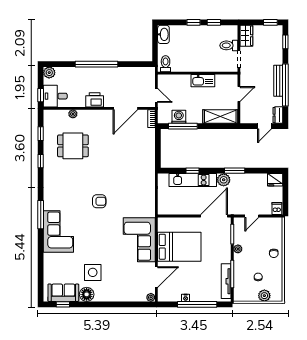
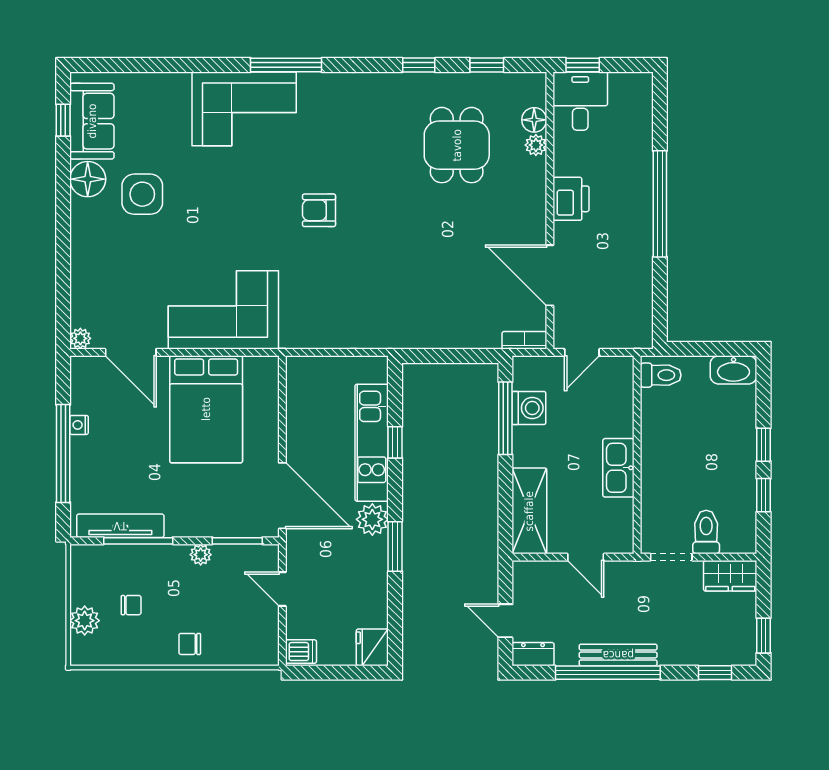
plant: (49, 73) -> (639, 86), removed
floor lamp: (63, 115) -> (534, 120), added
armchair: (99, 201) -> (319, 210), turned 90

